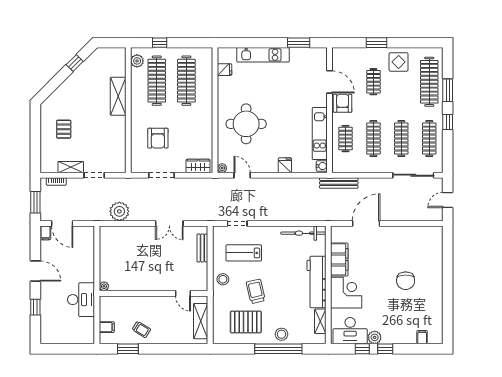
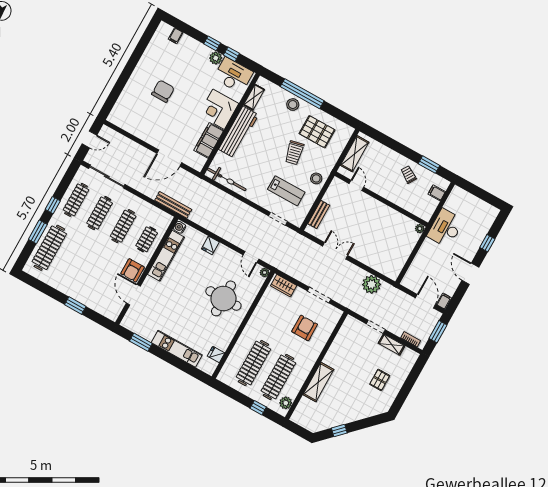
display table: (399, 62) -> (66, 279), removed
clothes rail: (373, 82) -> (96, 274), removed

